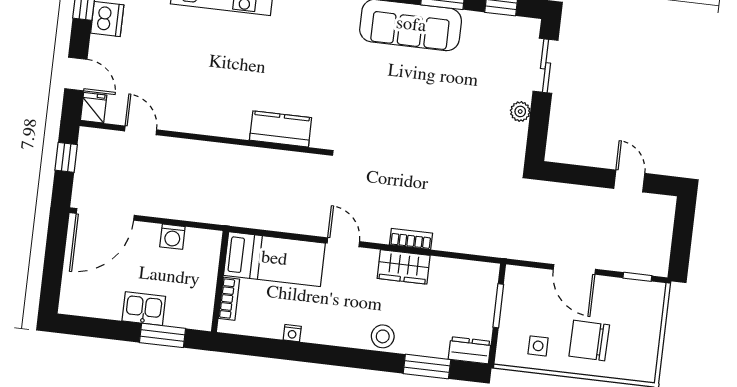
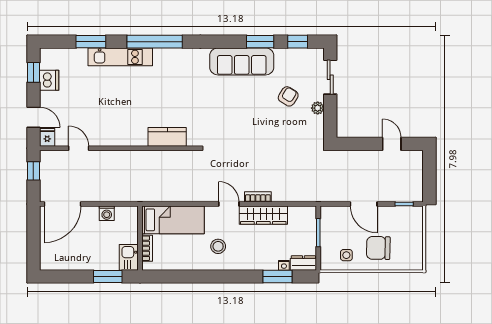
armchair: (476, 88) -> (288, 96), added
door: (343, 242) -> (229, 204), moved
wardrobe: (404, 267) -> (263, 215), width x1.50
kitchen sink: (144, 309) -> (129, 257), moved, turned -90
nightstand: (292, 333) -> (284, 265), moved
stool: (383, 336) -> (218, 246), moved

